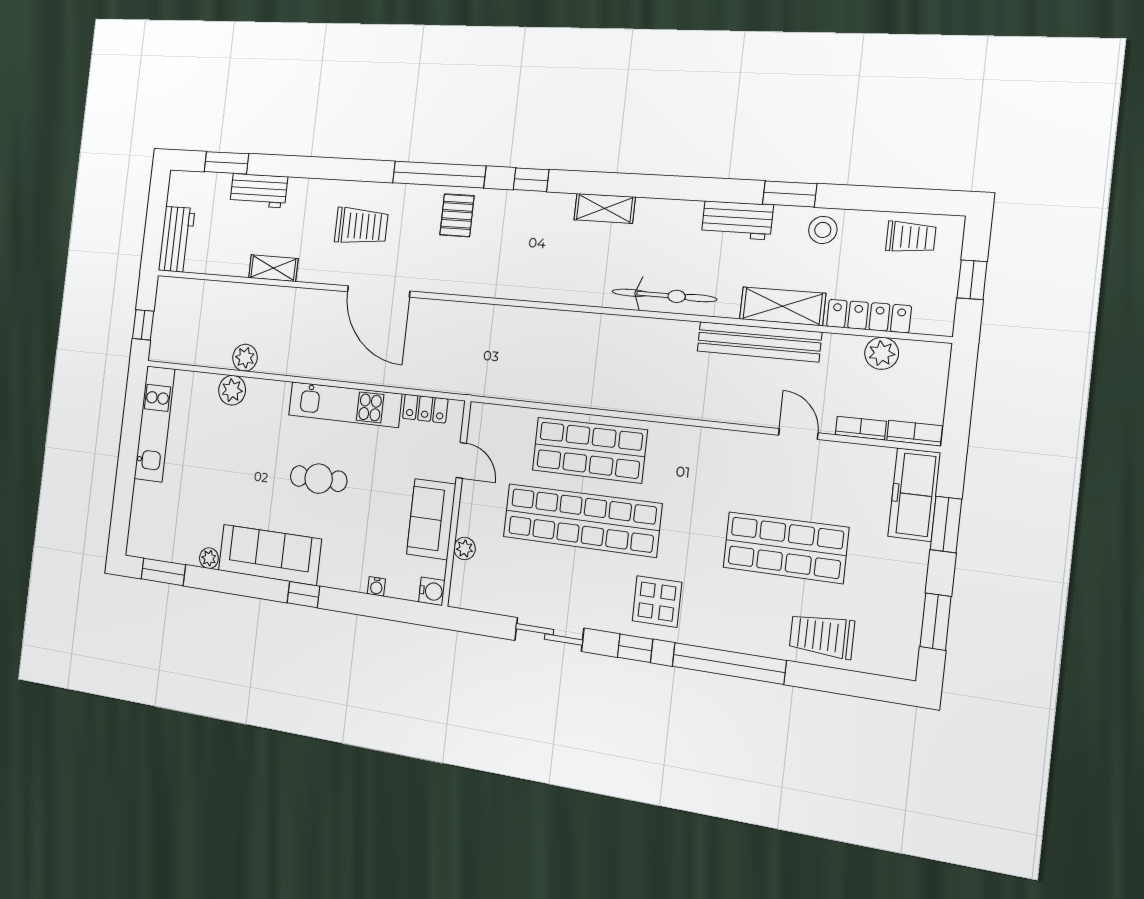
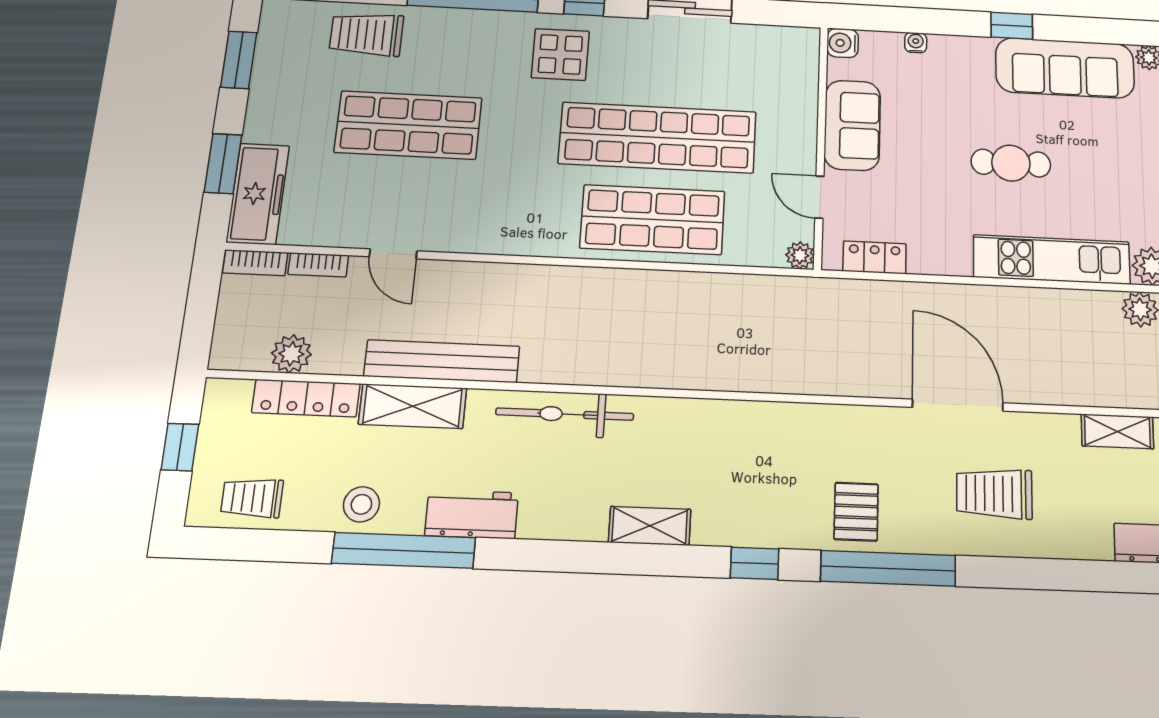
window: (790, 194) -> (404, 550), width x2.11
kitchen unit: (345, 405) -> (1052, 259), moved
plant: (465, 549) -> (800, 255), moved
trolley: (822, 636) -> (367, 34), turned 180

